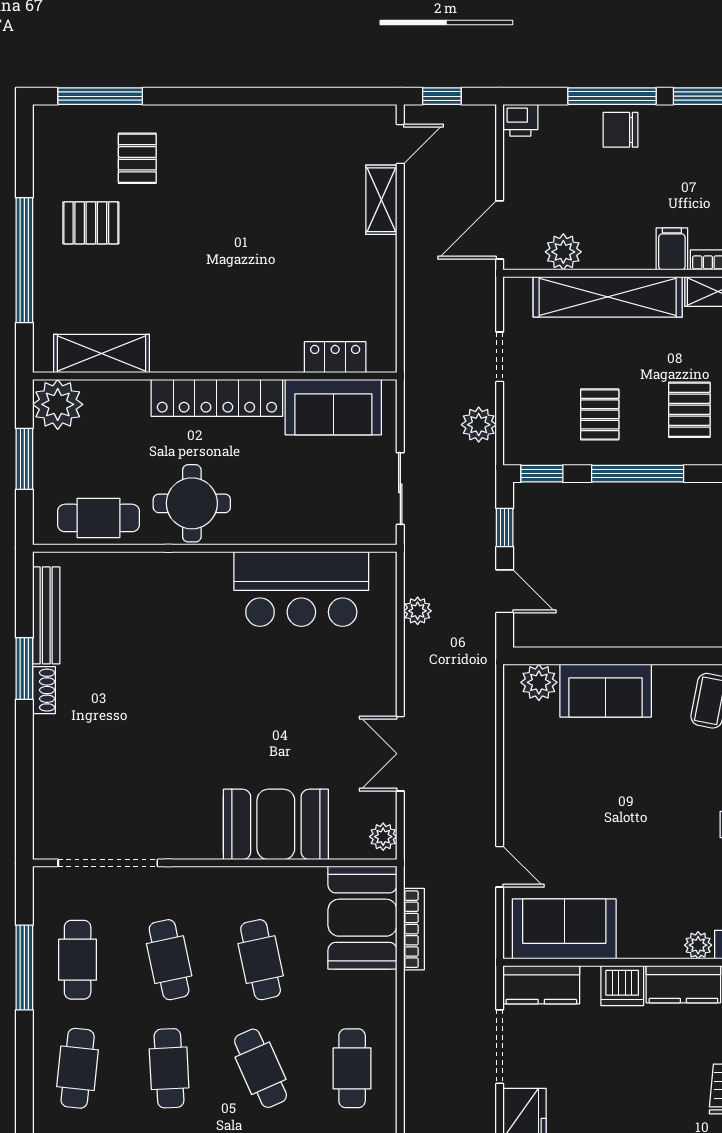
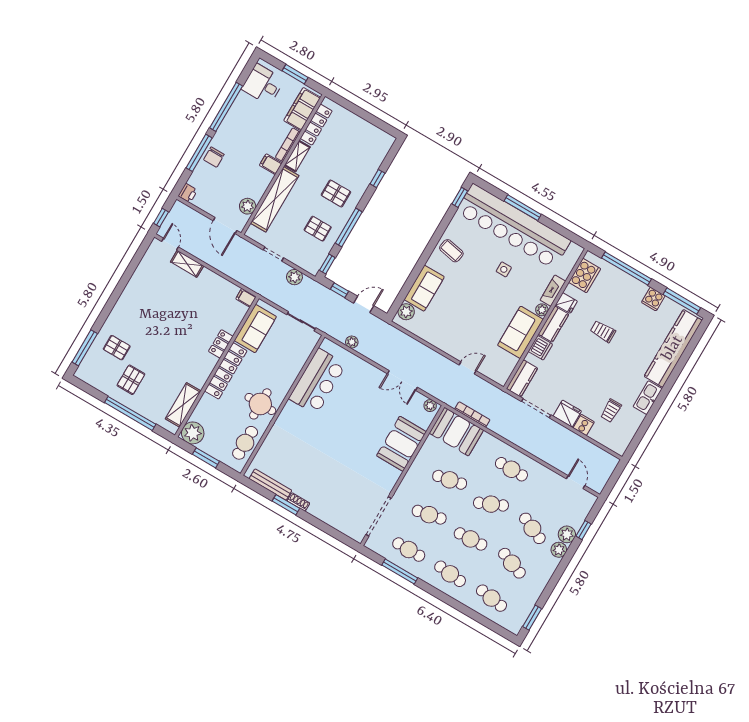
filing cabinet: (383, 354) -> (246, 298), added
locker: (335, 357) -> (221, 344), moved
sofa: (564, 929) -> (520, 332), moved

